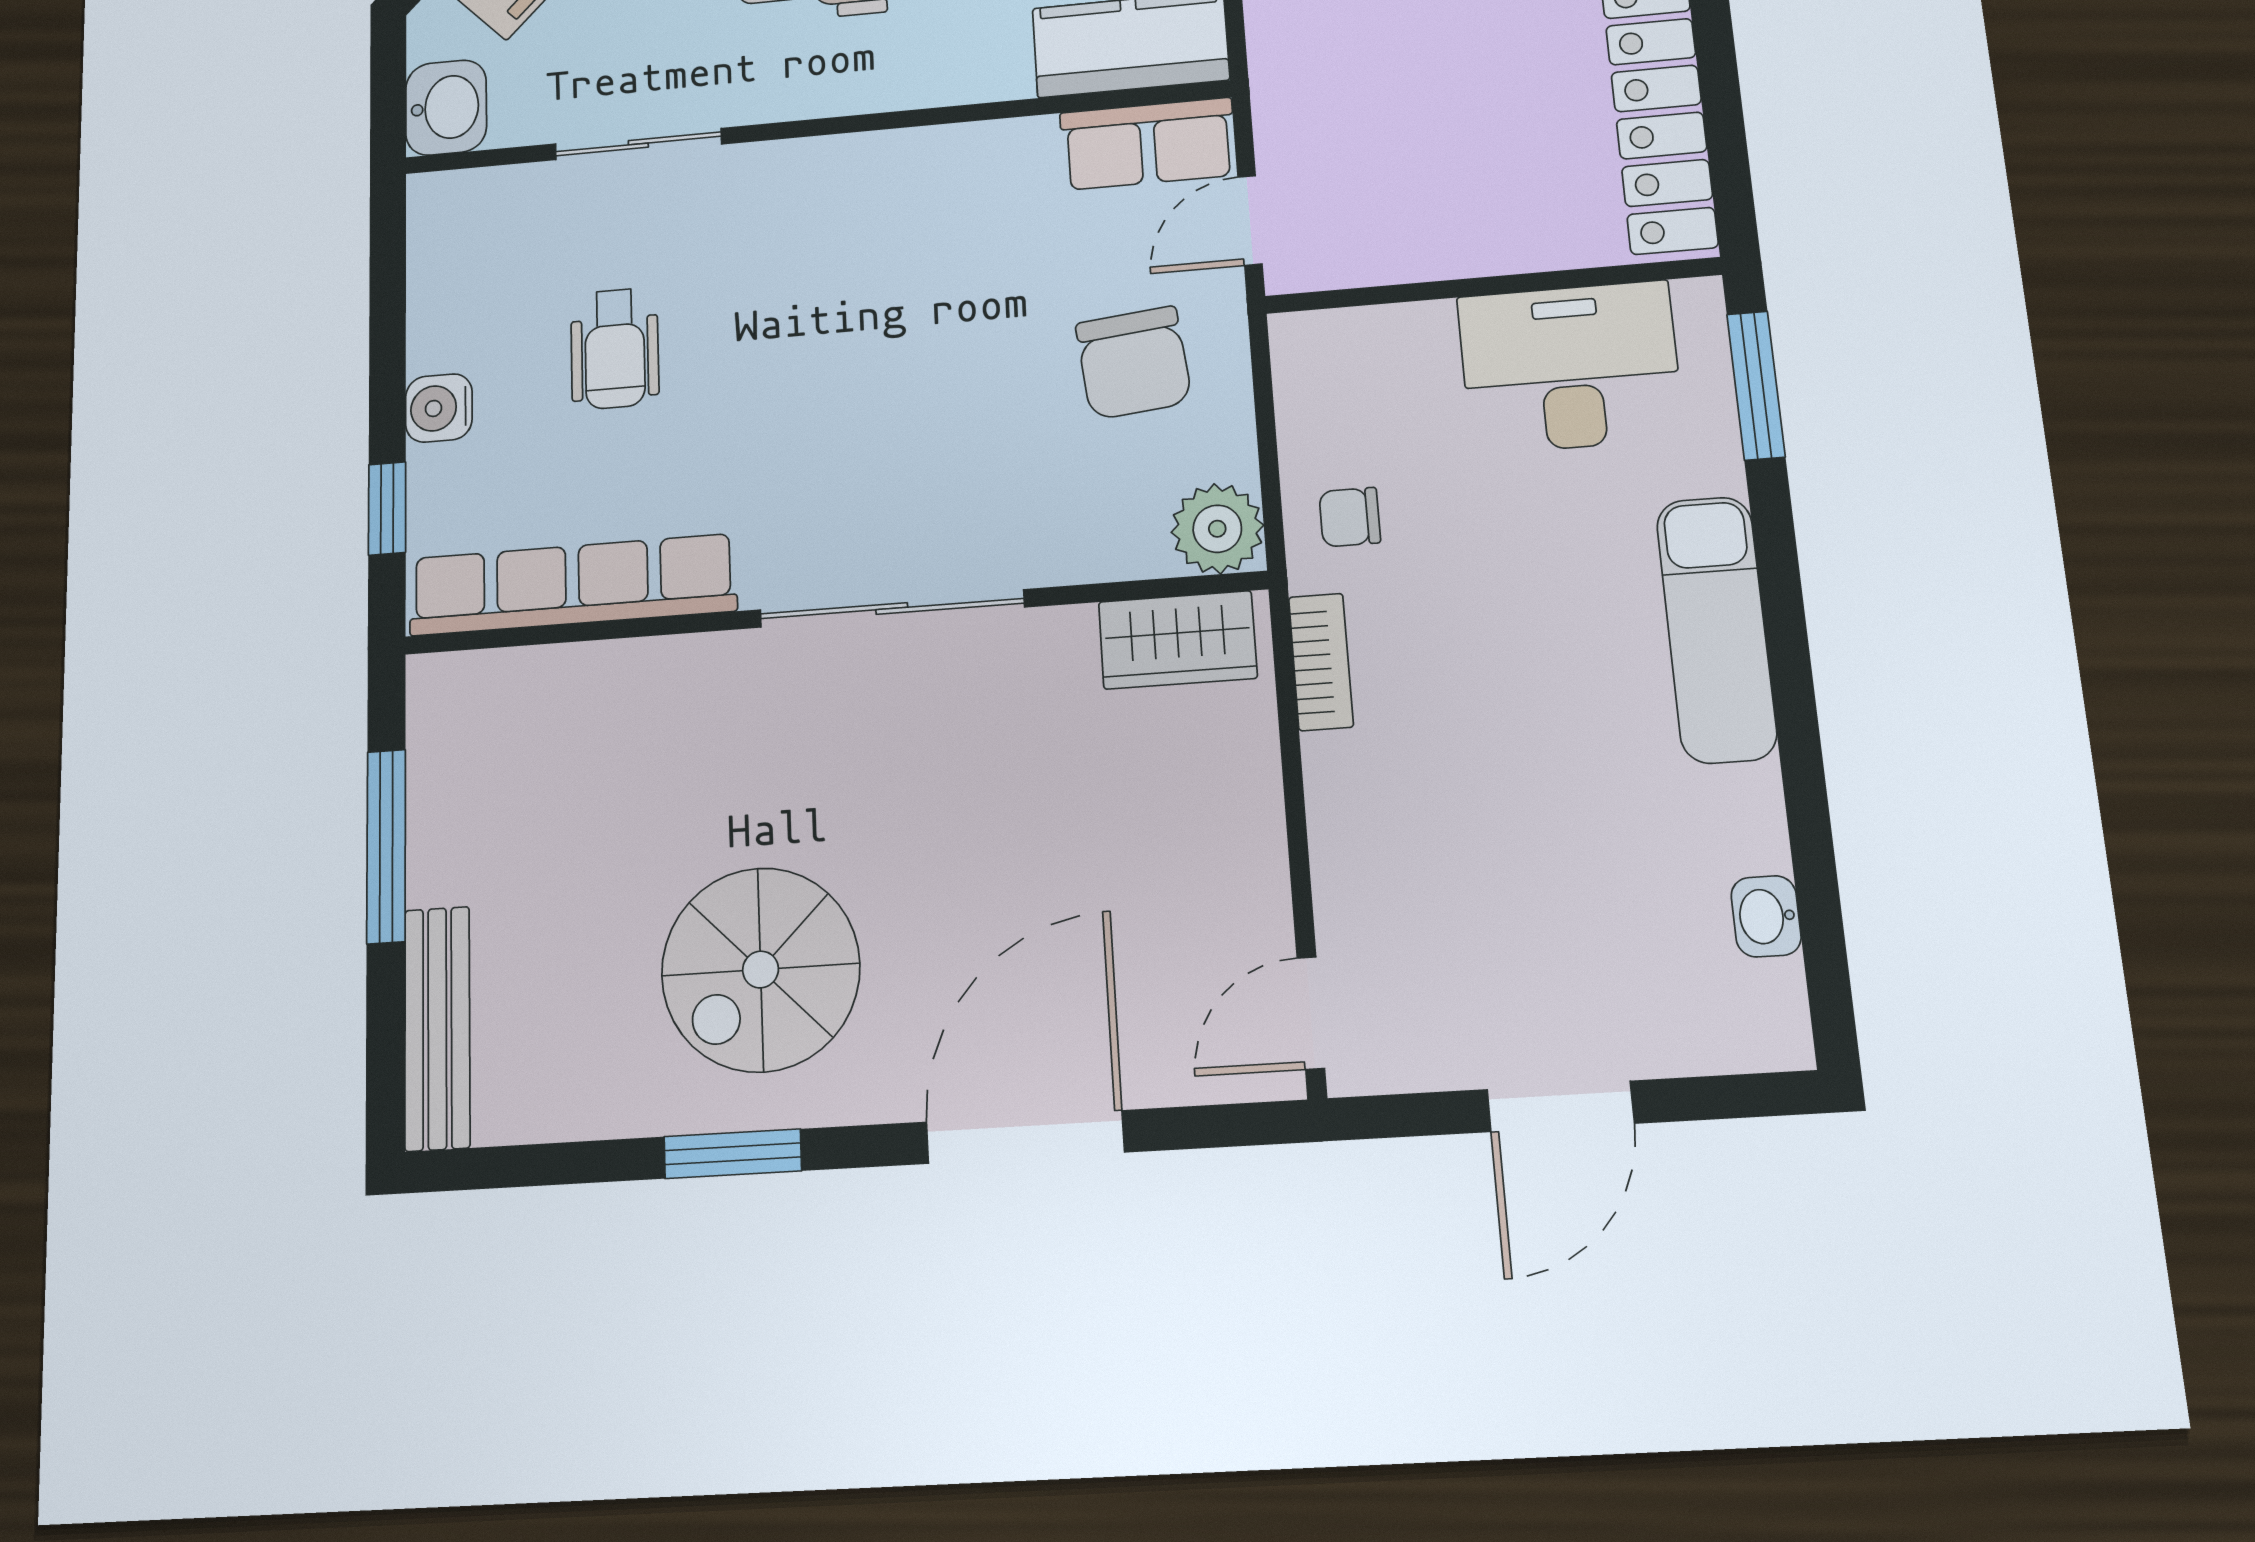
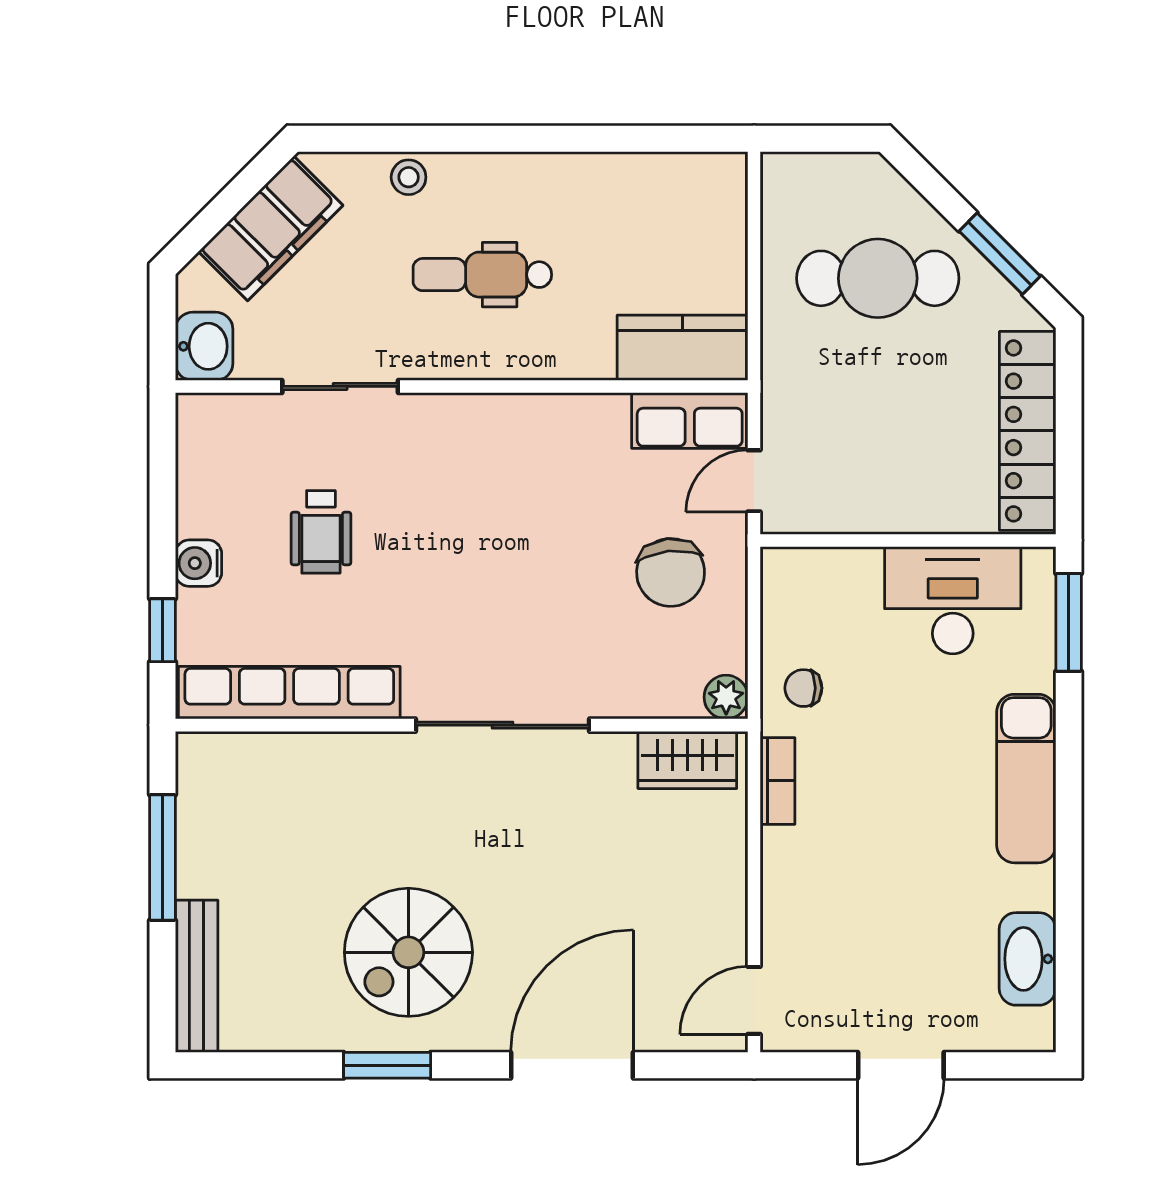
plant: (1217, 529) -> (726, 697), width x0.73, depth x0.73
washbasin: (1766, 916) -> (1027, 959), width x1.91, depth x1.45

